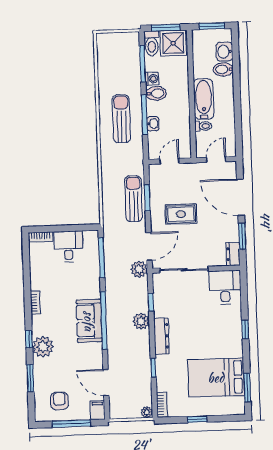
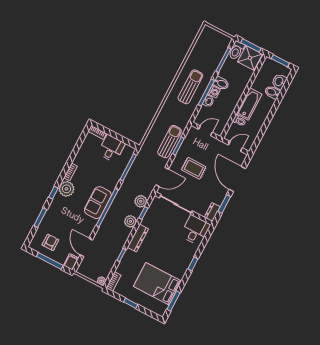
washing machine: (152, 79) -> (214, 92), moved
plant: (139, 269) -> (141, 201), moved
plant: (43, 347) -> (66, 189), moved

